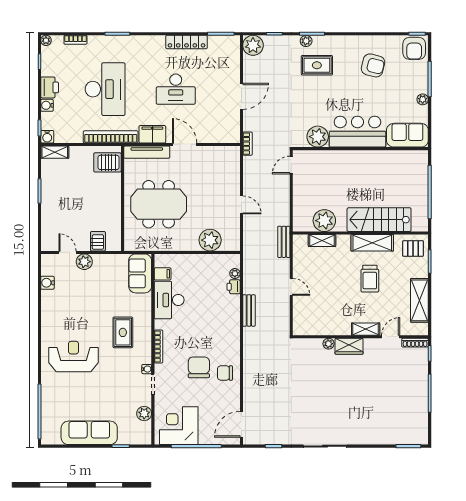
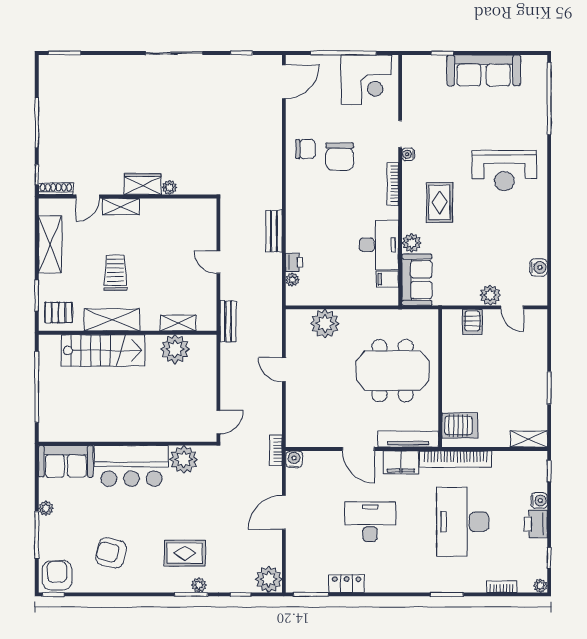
locker: (187, 42) -> (347, 584), width x0.66
water cooler: (47, 137) -> (294, 459), moved
plant: (144, 414) -> (412, 243), moved

